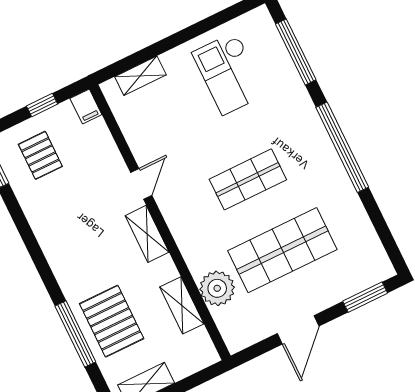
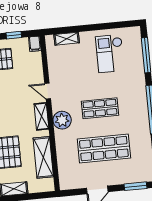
door: (141, 184) -> (48, 91), swing flipped
plant: (217, 288) -> (62, 120), moved
shelving: (182, 305) -> (43, 157), width x1.50, depth x1.33

